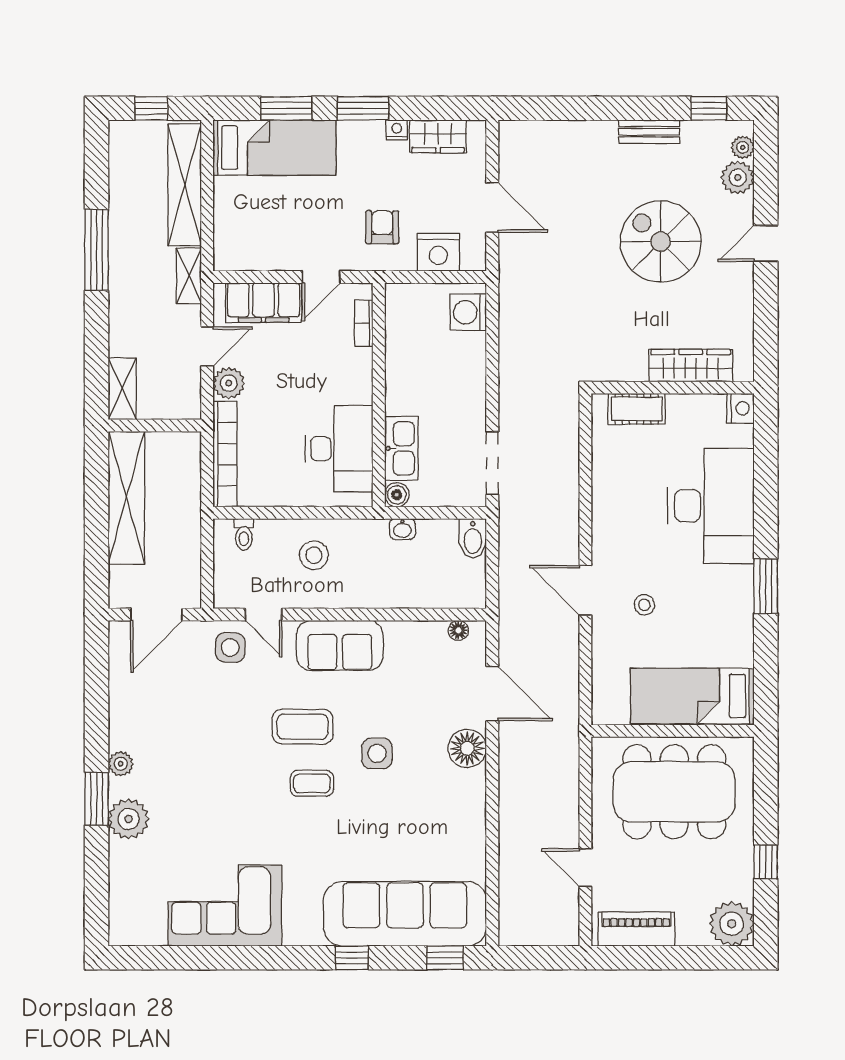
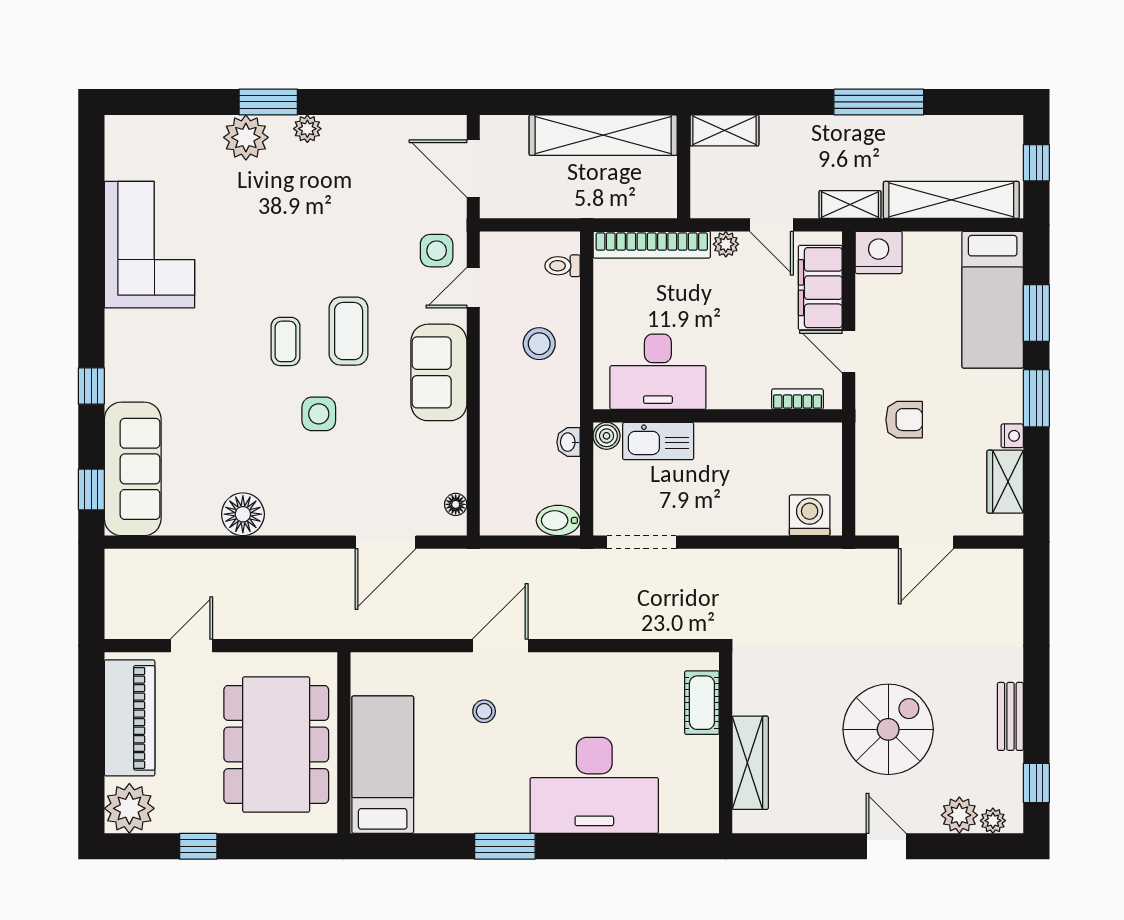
nightstand: (438, 252) -> (879, 252), moved, turned 90
plant: (229, 383) -> (726, 244), width x0.73, depth x0.73
nightstand: (740, 408) -> (703, 818), removed
floor lamp: (467, 748) -> (243, 514), moved
sofa: (405, 914) -> (133, 469), width x0.74, depth x0.79
piano: (636, 929) -> (130, 718), width x1.37, depth x1.33

